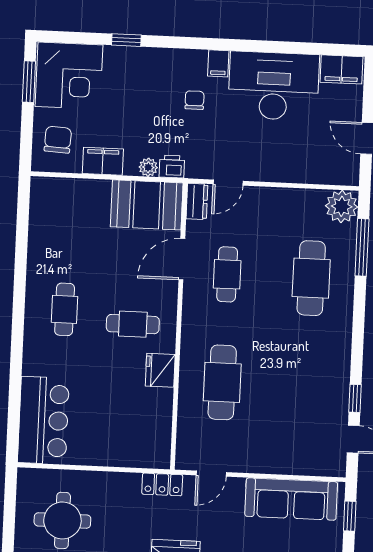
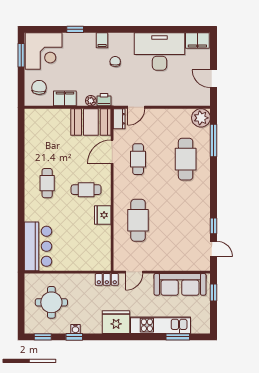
filing cabinet: (218, 63) -> (102, 40), moved

